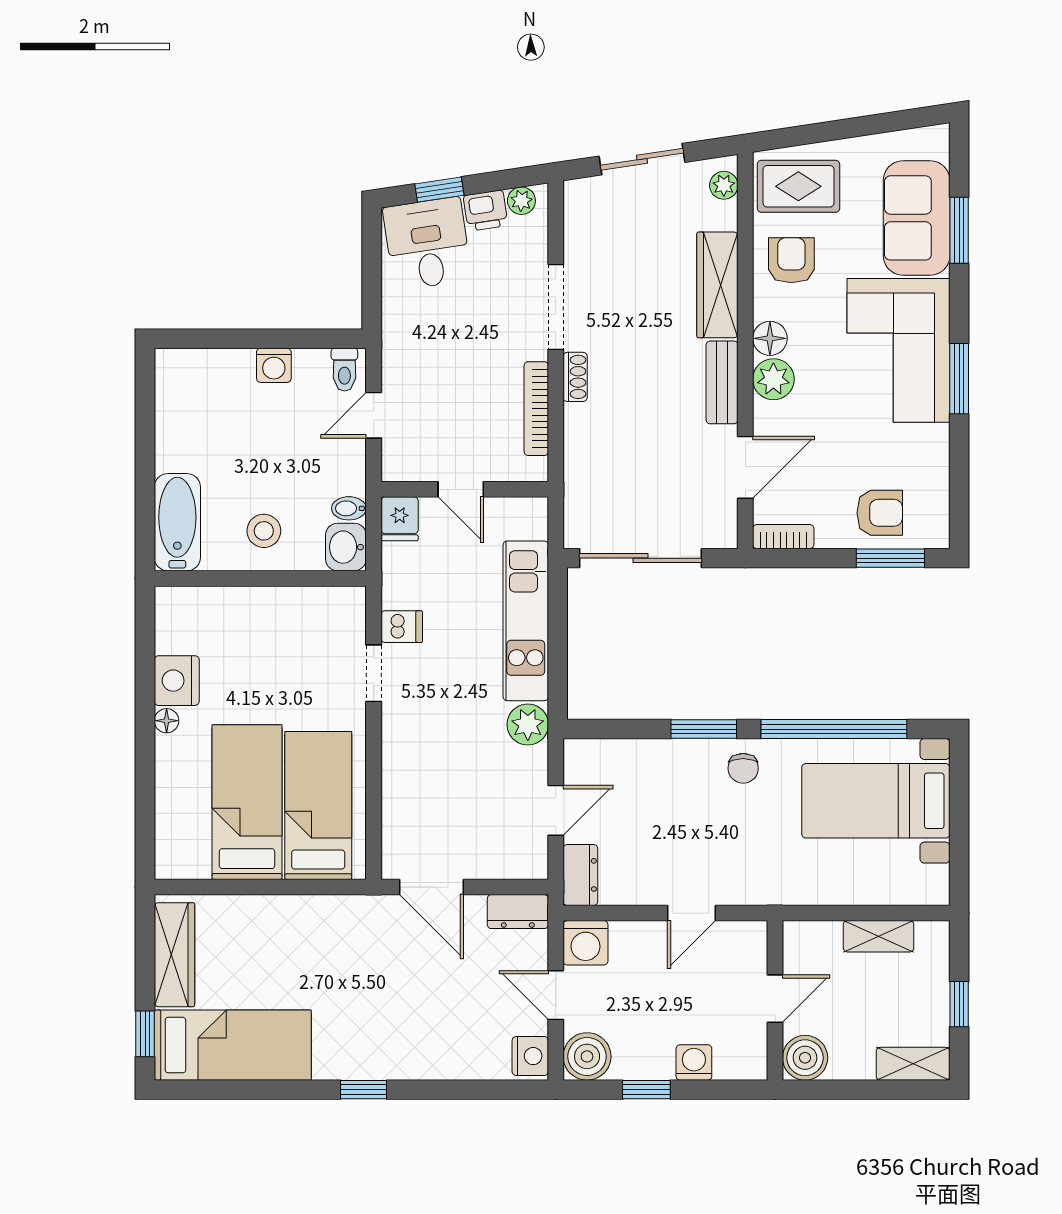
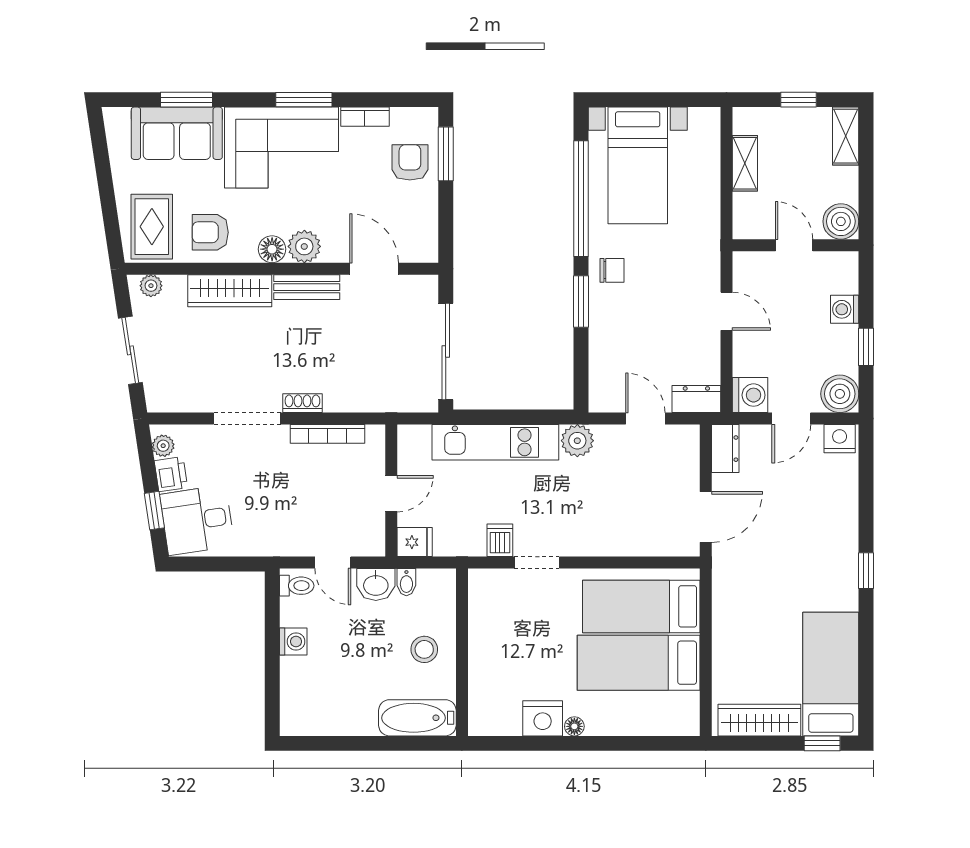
bookcase: (783, 537) -> (365, 117), moved, turned -90
washbasin: (346, 547) -> (376, 585), moved

